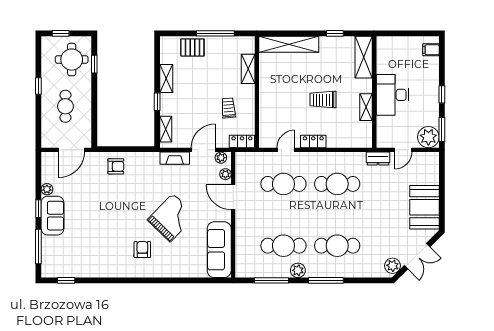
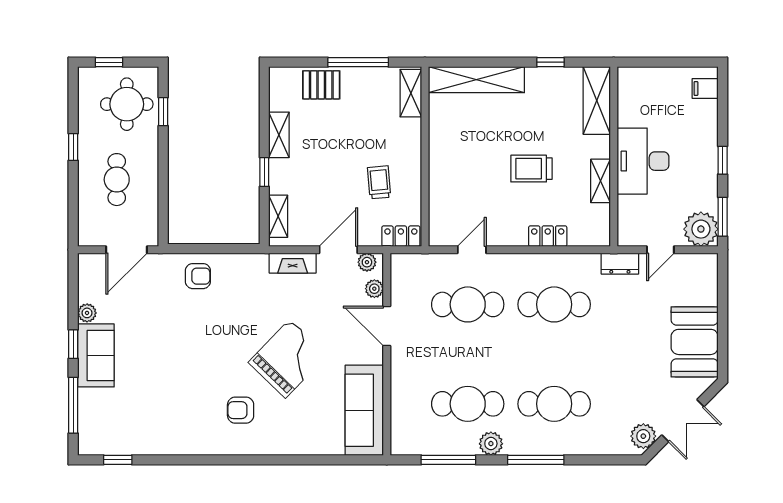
shelving: (248, 69) -> (411, 93), moved
locker: (313, 141) -> (548, 236), moved
armchair: (142, 250) -> (241, 410), turned -90

